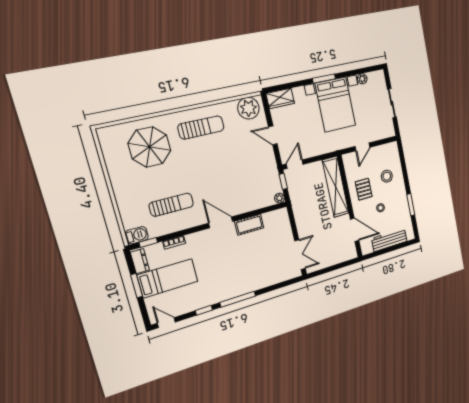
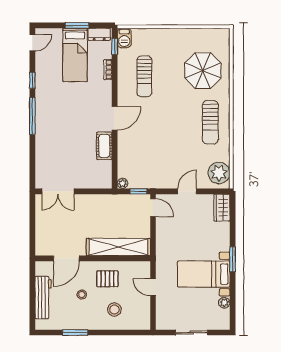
bed with nightstands: (335, 105) -> (204, 274), width x0.73

